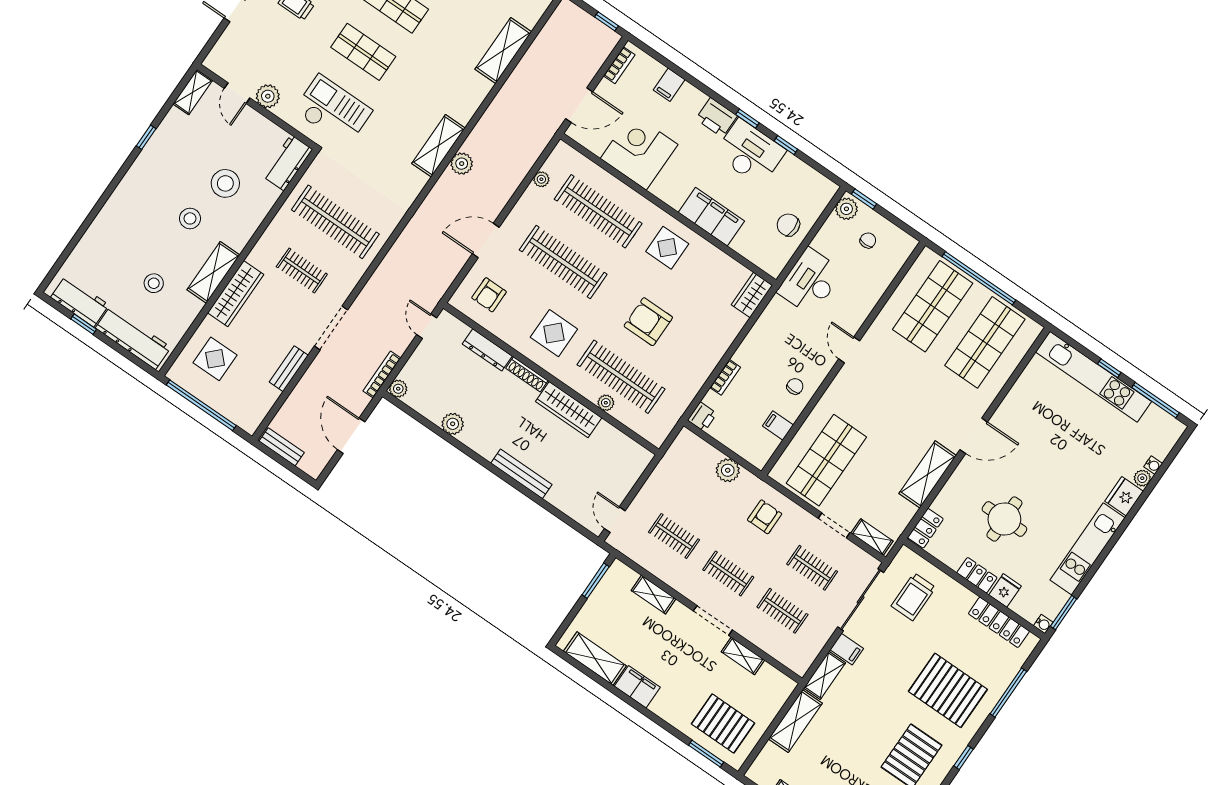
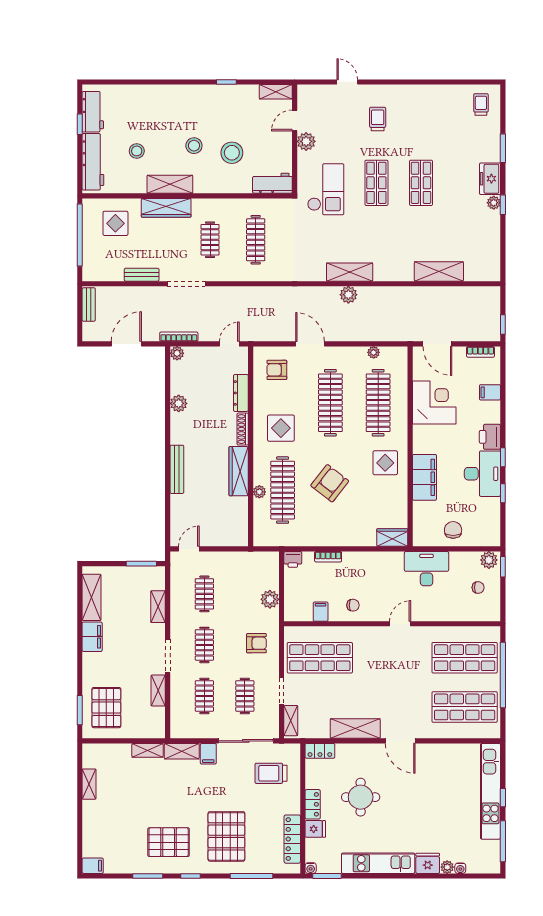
clothes rail: (335, 222) -> (256, 240), width x0.73, depth x0.76
armchair: (648, 322) -> (330, 483), turned 38
shelving: (795, 721) -> (148, 750), width x0.67, depth x0.75

